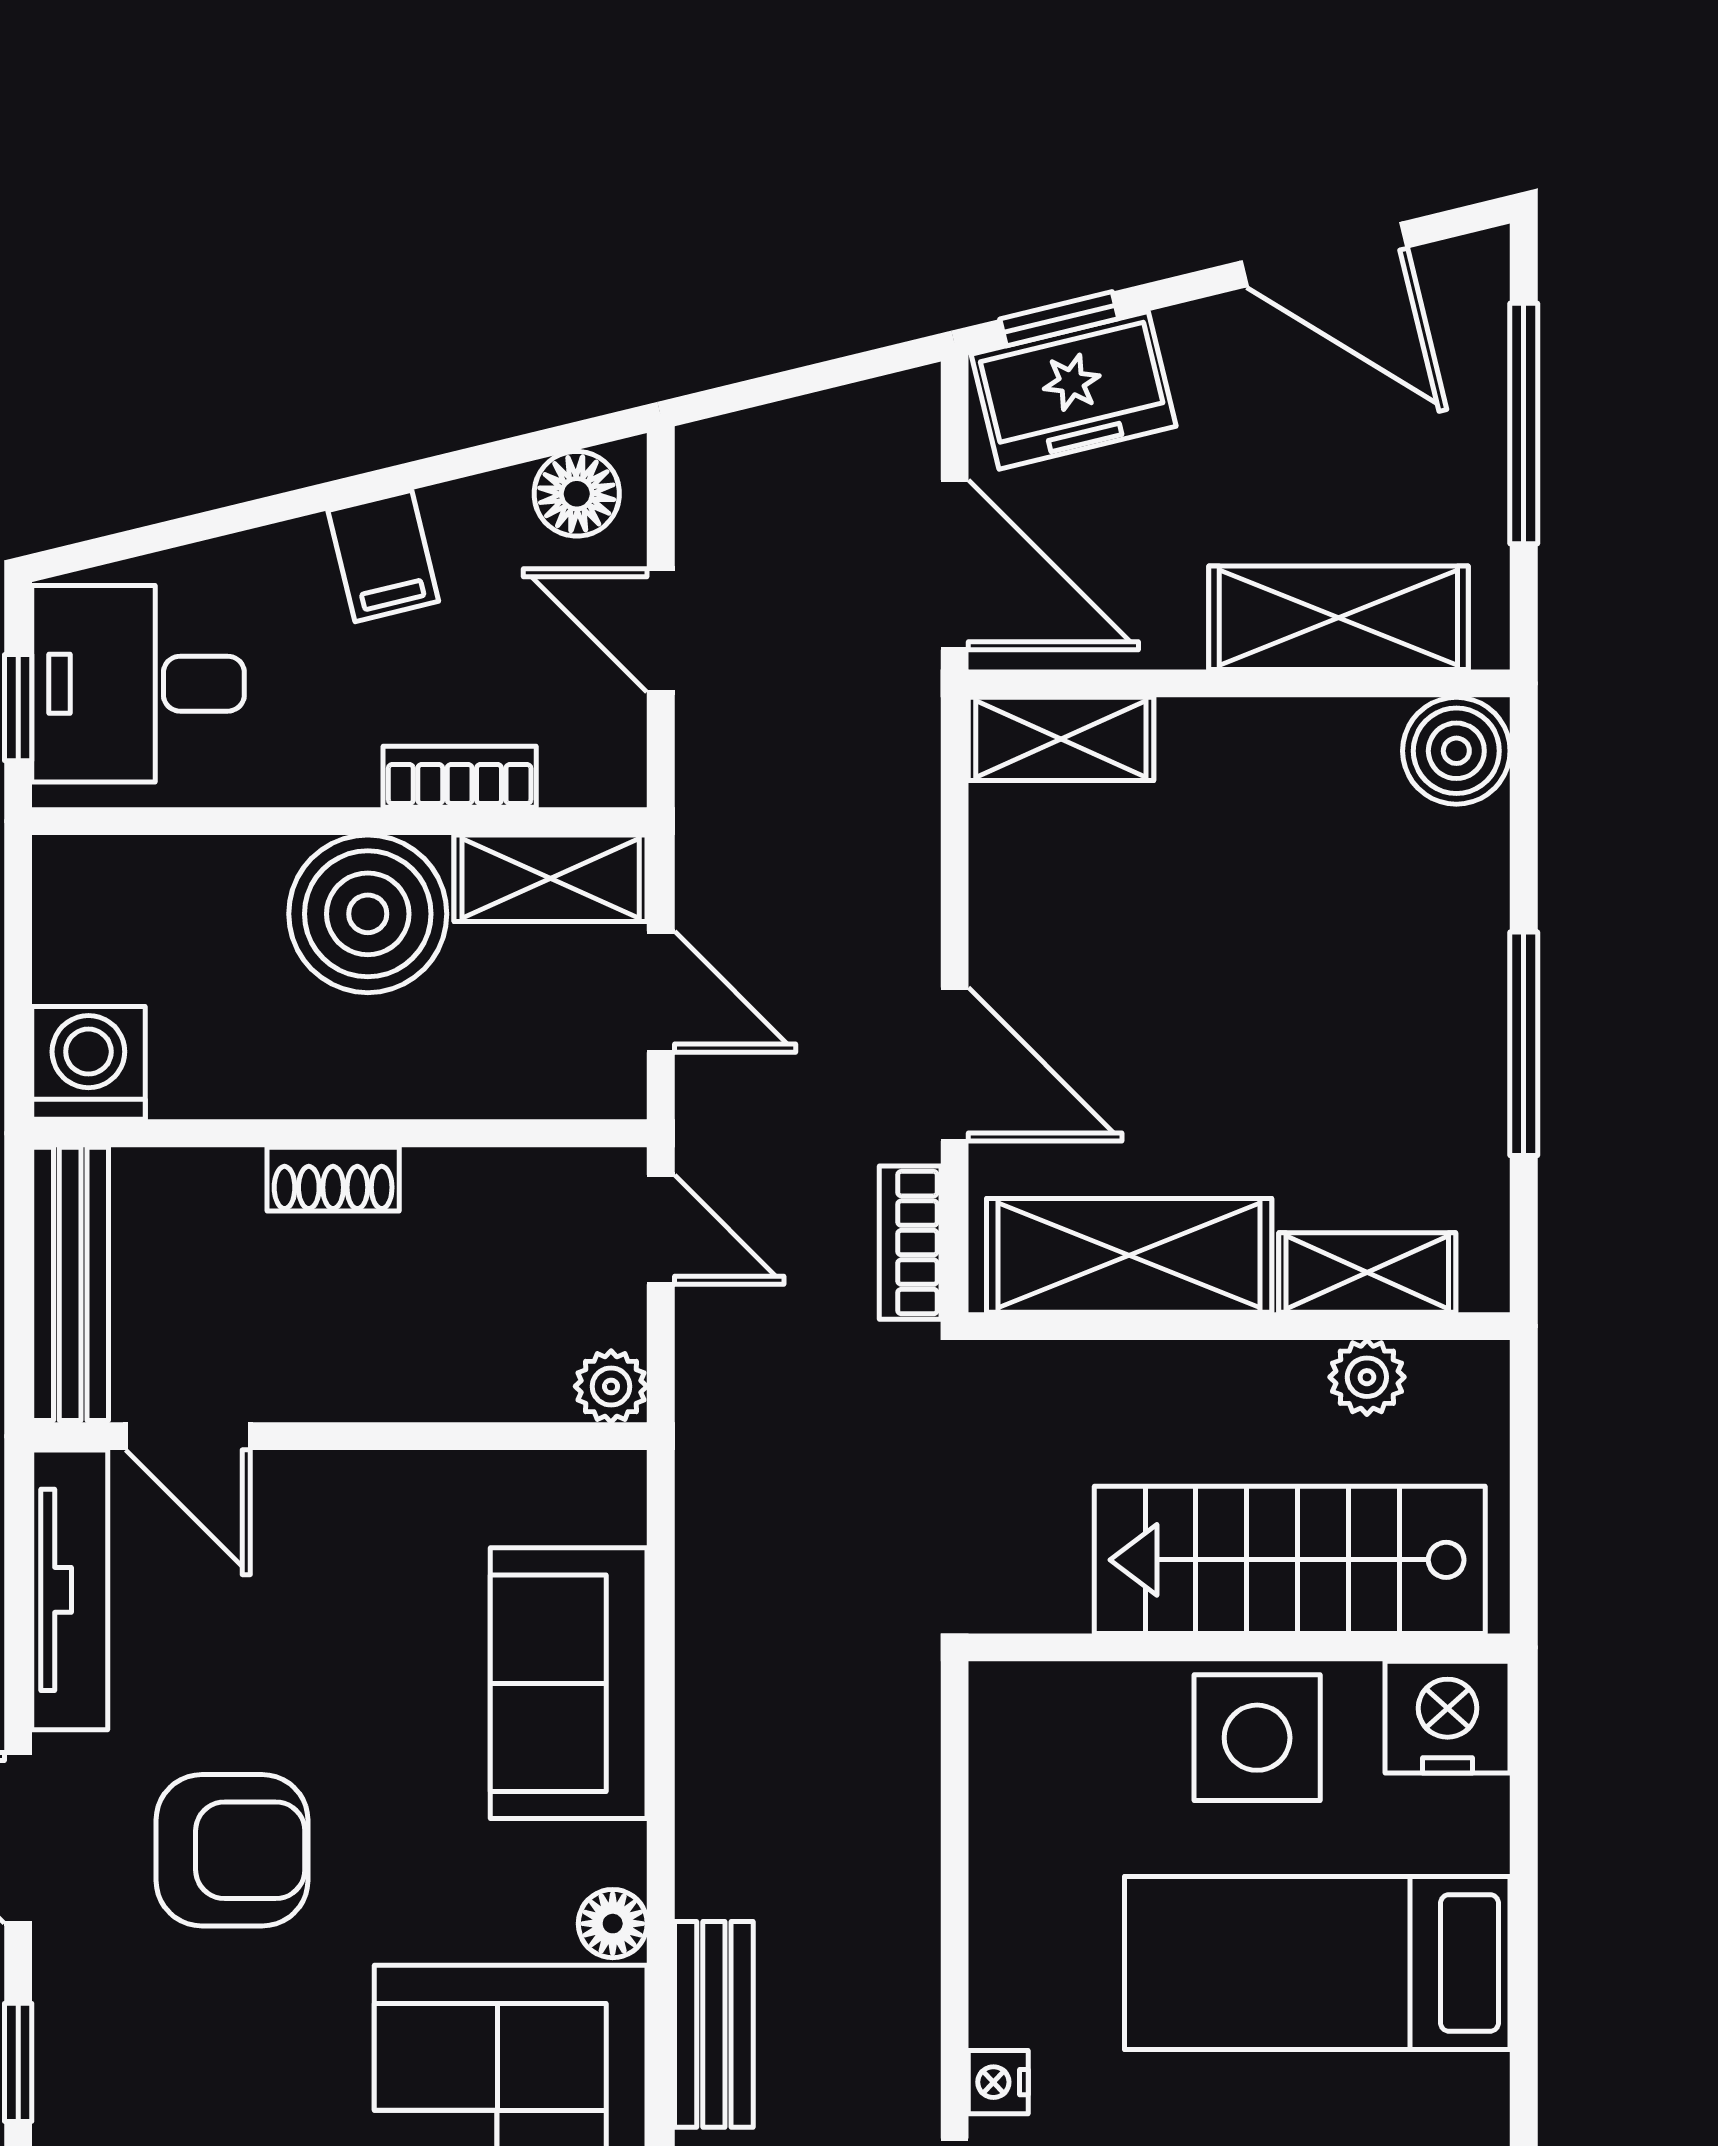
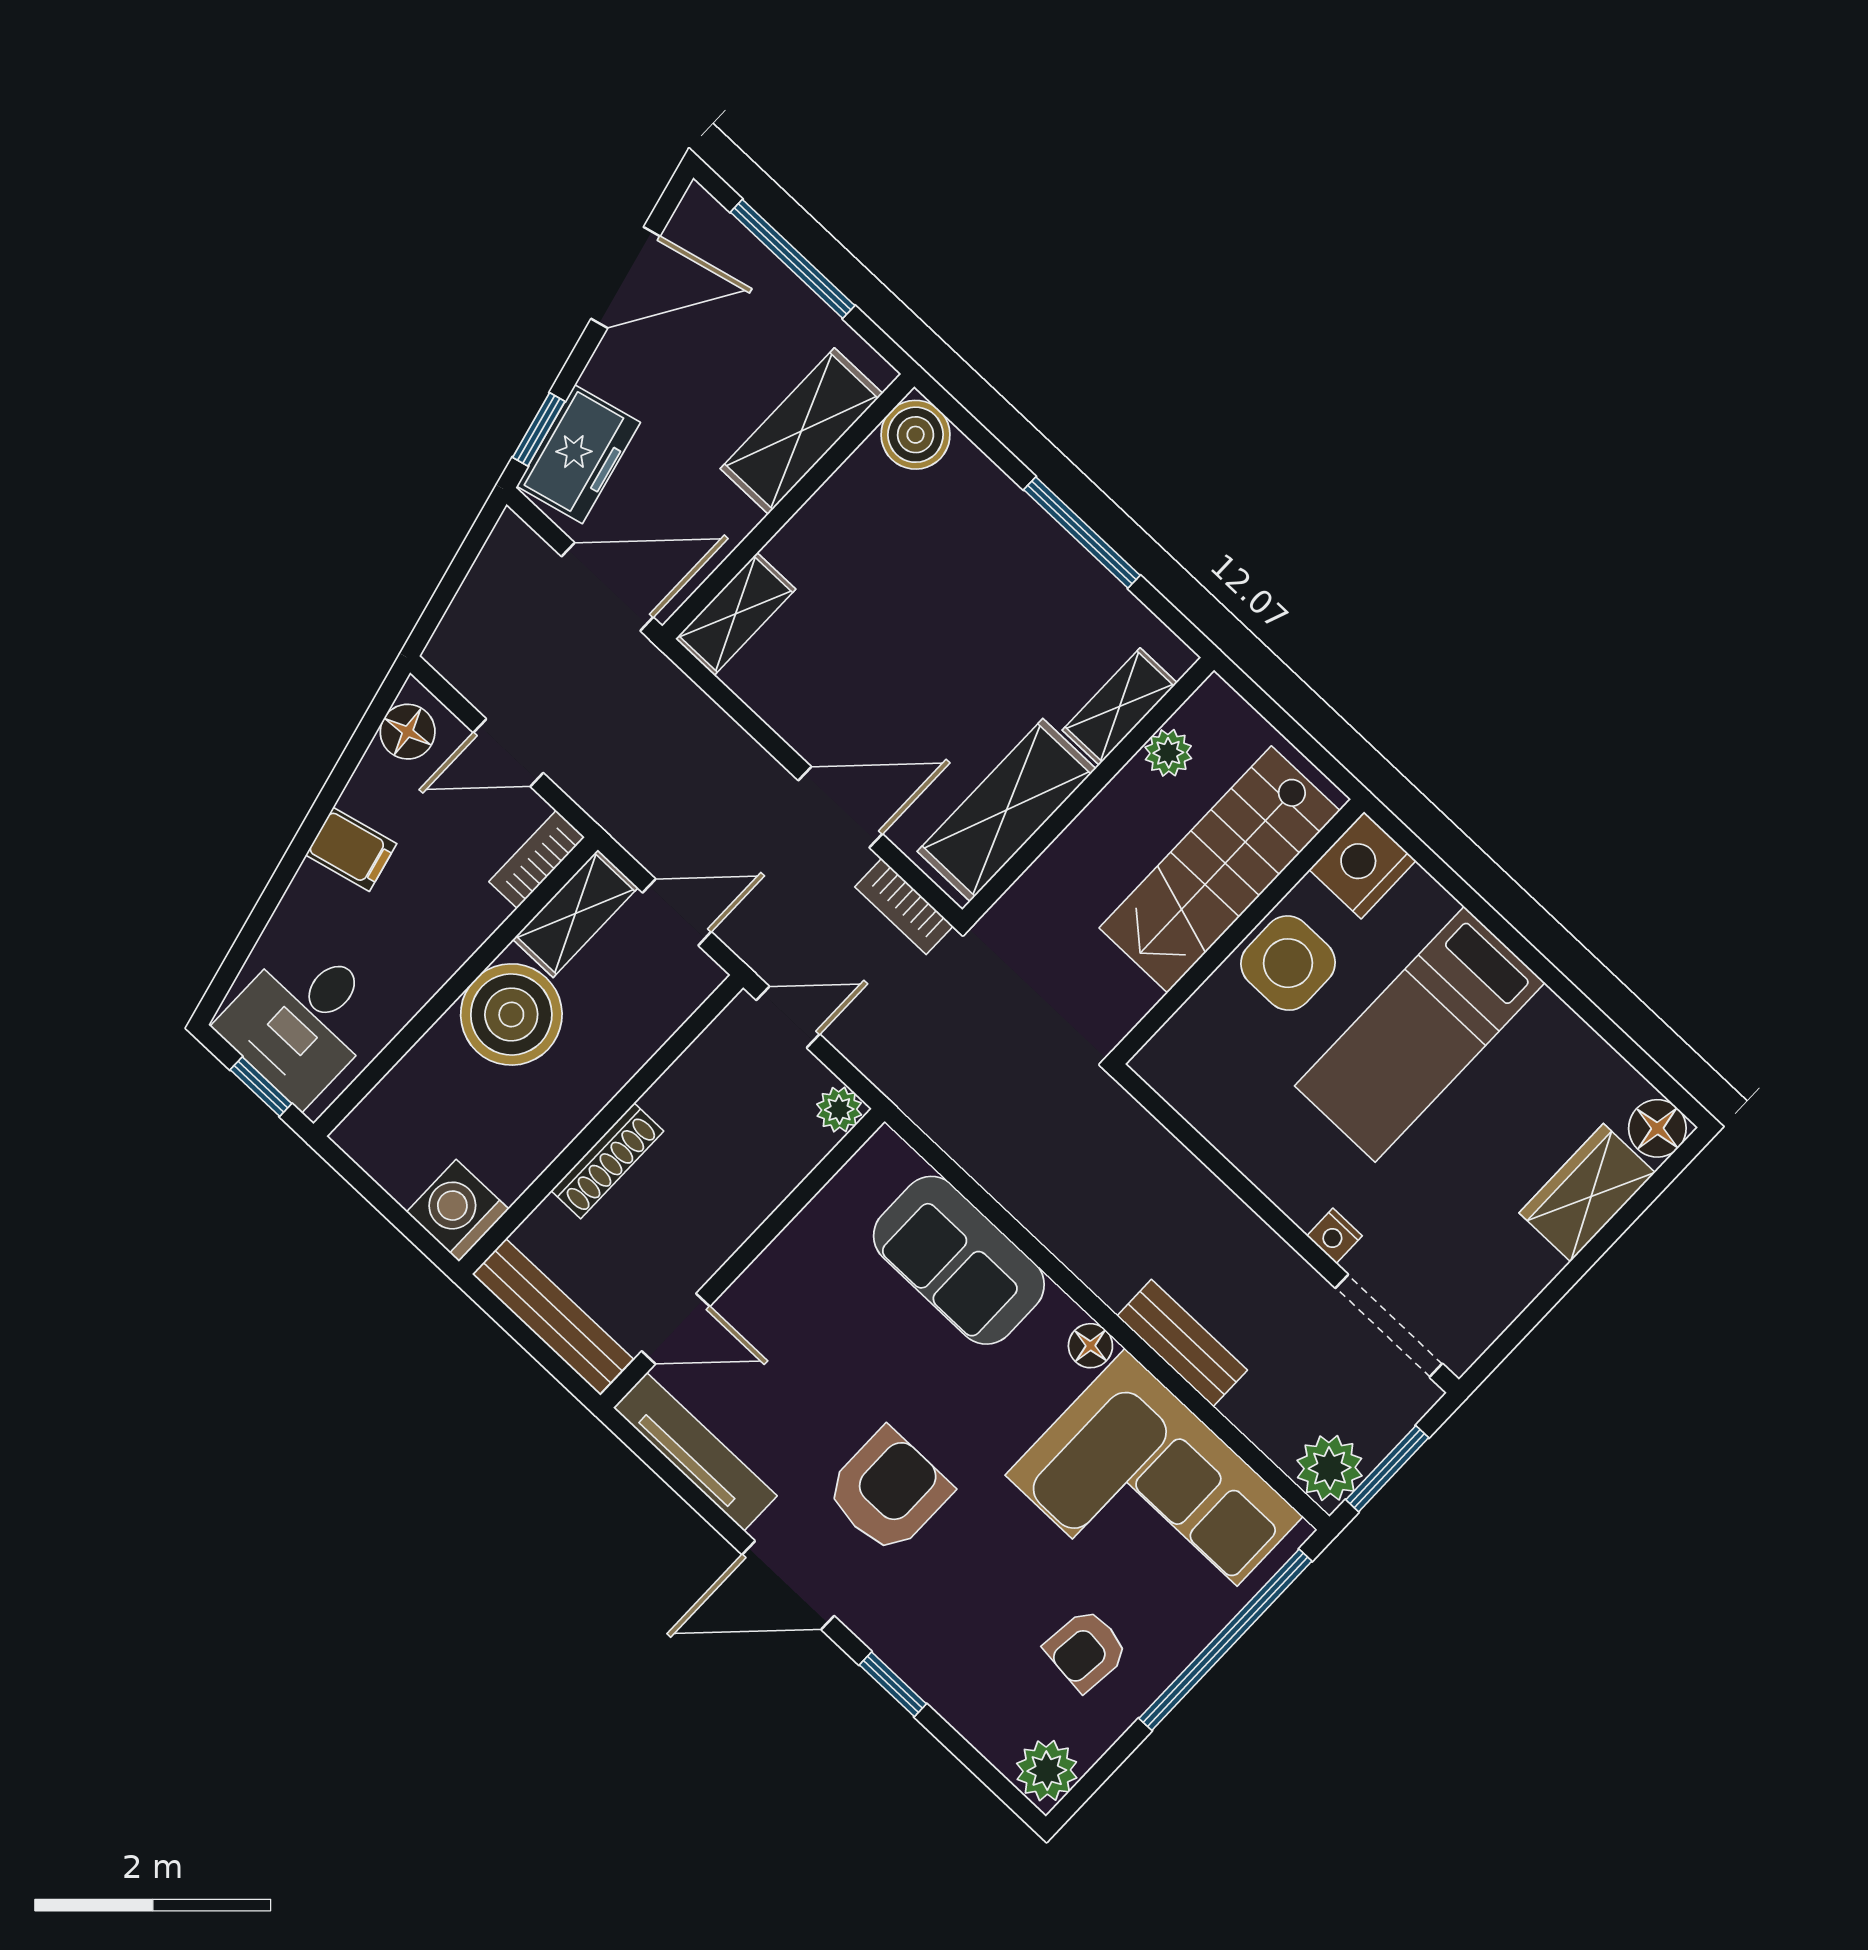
bookcase: (460, 777) -> (537, 859), moved
shoe rack: (333, 1179) -> (607, 1161), width x1.43

